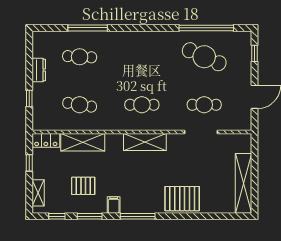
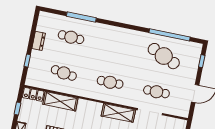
shelving: (145, 142) -> (118, 113), moved

